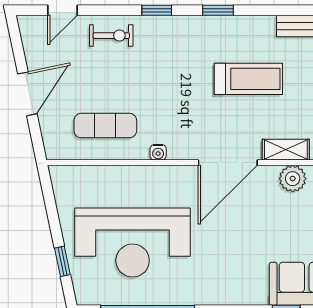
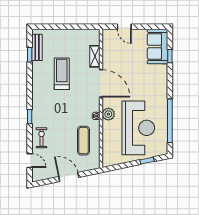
window: (218, 10) -> (30, 55), moved
plant: (293, 179) -> (108, 114), moved

